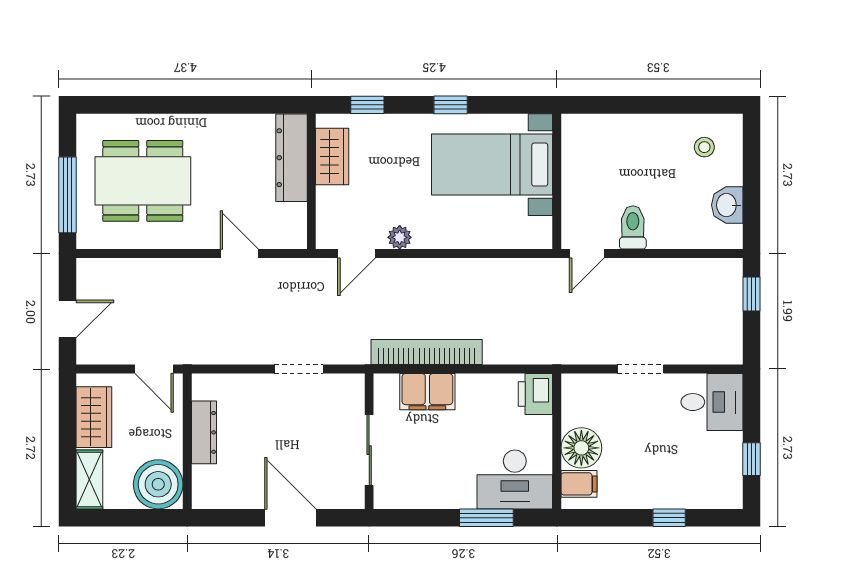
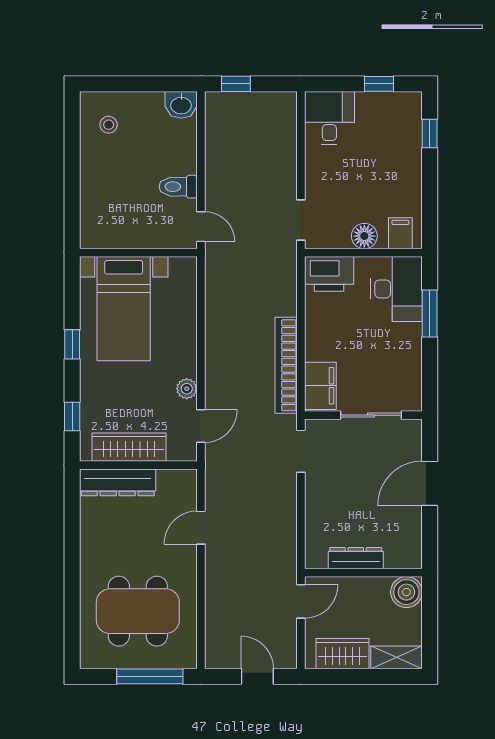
wardrobe: (332, 156) -> (129, 447), width x1.50
dining table: (143, 181) -> (138, 611), turned 90
washbasin: (727, 205) -> (181, 105), moved
door: (356, 254) -> (201, 426), hinge flipped
doorway: (299, 369) -> (301, 451), moved
doorway: (640, 369) -> (301, 220), moved
filing cabinet: (427, 392) -> (320, 386), moved
printer: (535, 394) -> (329, 274), width x1.37, depth x1.19
floor lamp: (581, 448) -> (364, 236), width x0.73, depth x0.73
boiler: (158, 484) -> (406, 592), width x0.73, depth x0.73
window: (669, 518) -> (430, 134), moved

